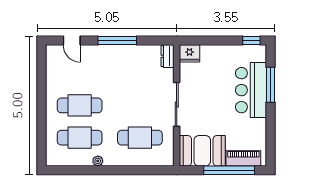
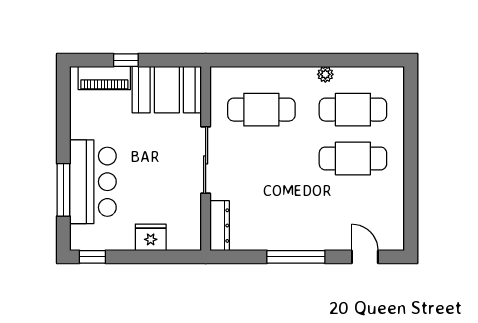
fridge: (190, 53) -> (151, 237), moved
dresser: (167, 56) -> (220, 226), width x1.44
window: (229, 170) -> (126, 60), width x0.32

